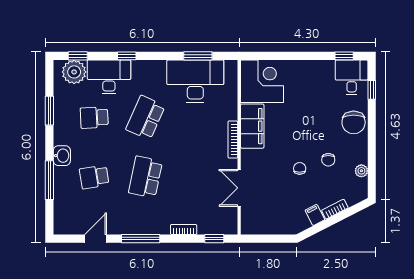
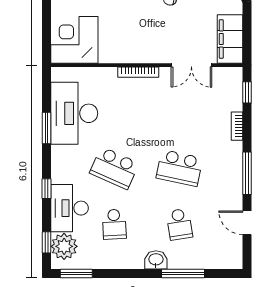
window: (198, 56) -> (47, 128), moved
window: (49, 111) -> (76, 274), moved
filing cabinet: (252, 126) -> (230, 39), moved, turned -90

